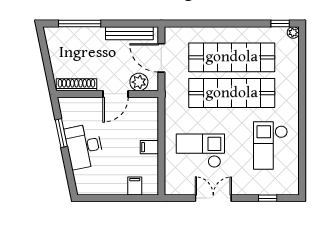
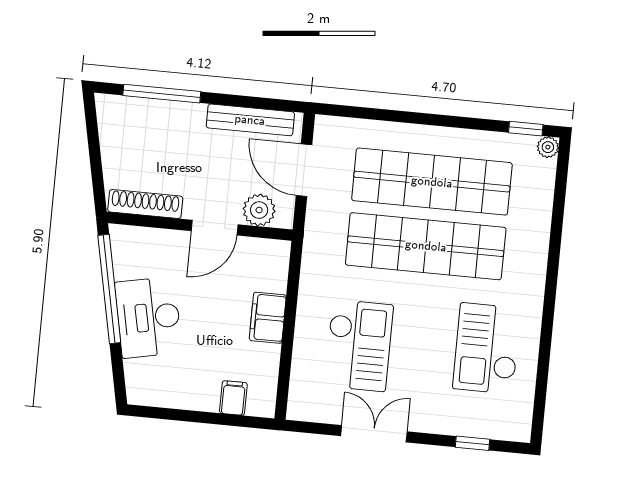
window: (61, 133) -> (109, 289), width x2.11
filing cabinet: (149, 147) -> (268, 318), width x2.00
checkout: (200, 151) -> (359, 345), turned 90

